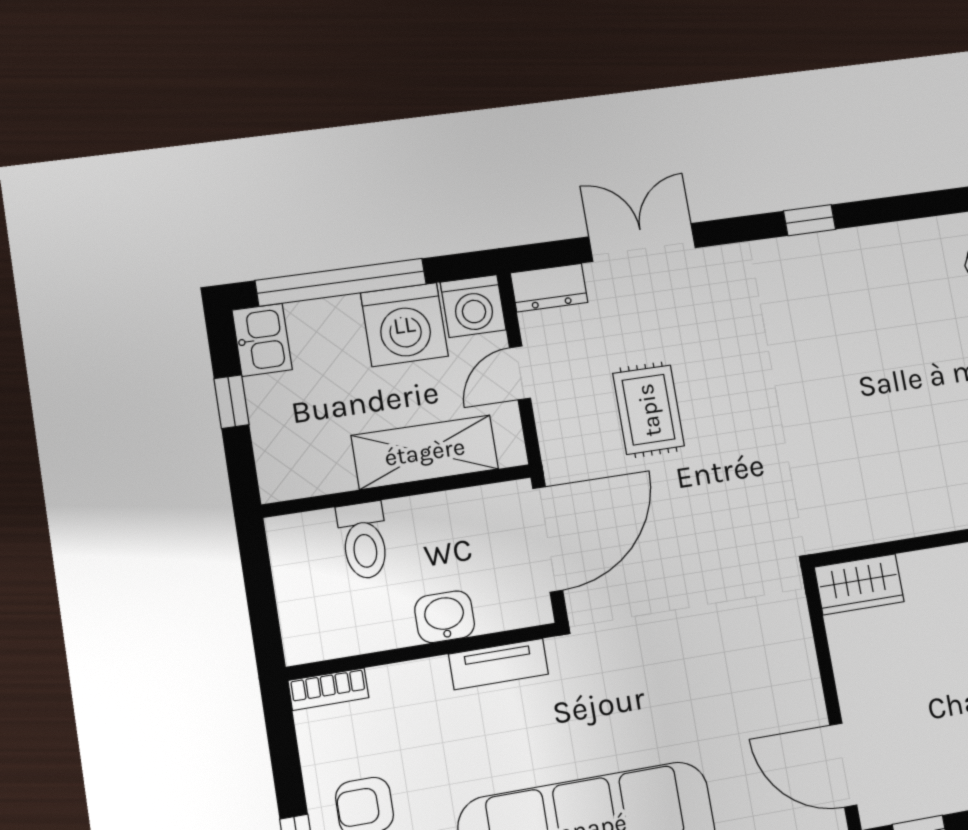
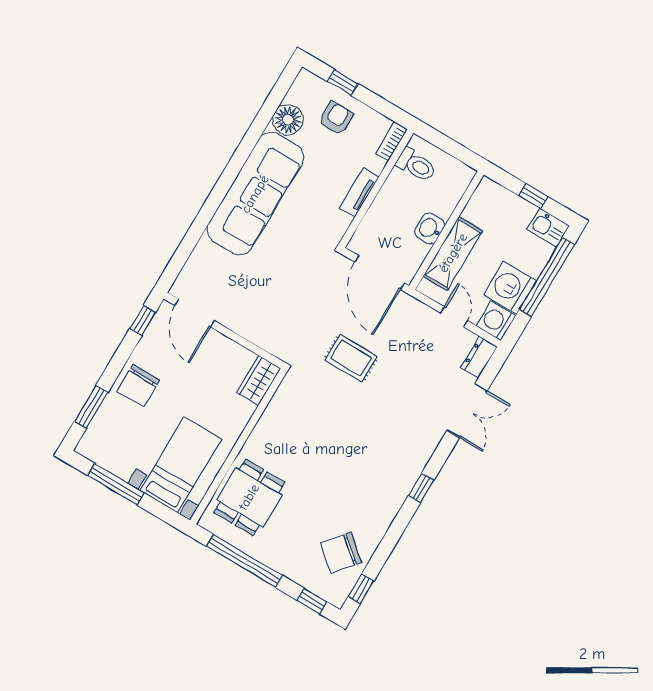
rug: (649, 410) -> (351, 358), moved
toilet: (364, 540) -> (416, 165), moved, turned 180
washbasin: (445, 617) -> (430, 229), moved, turned 180
tv unit: (499, 664) -> (359, 192), moved
door: (843, 765) -> (195, 313), swing flipped

